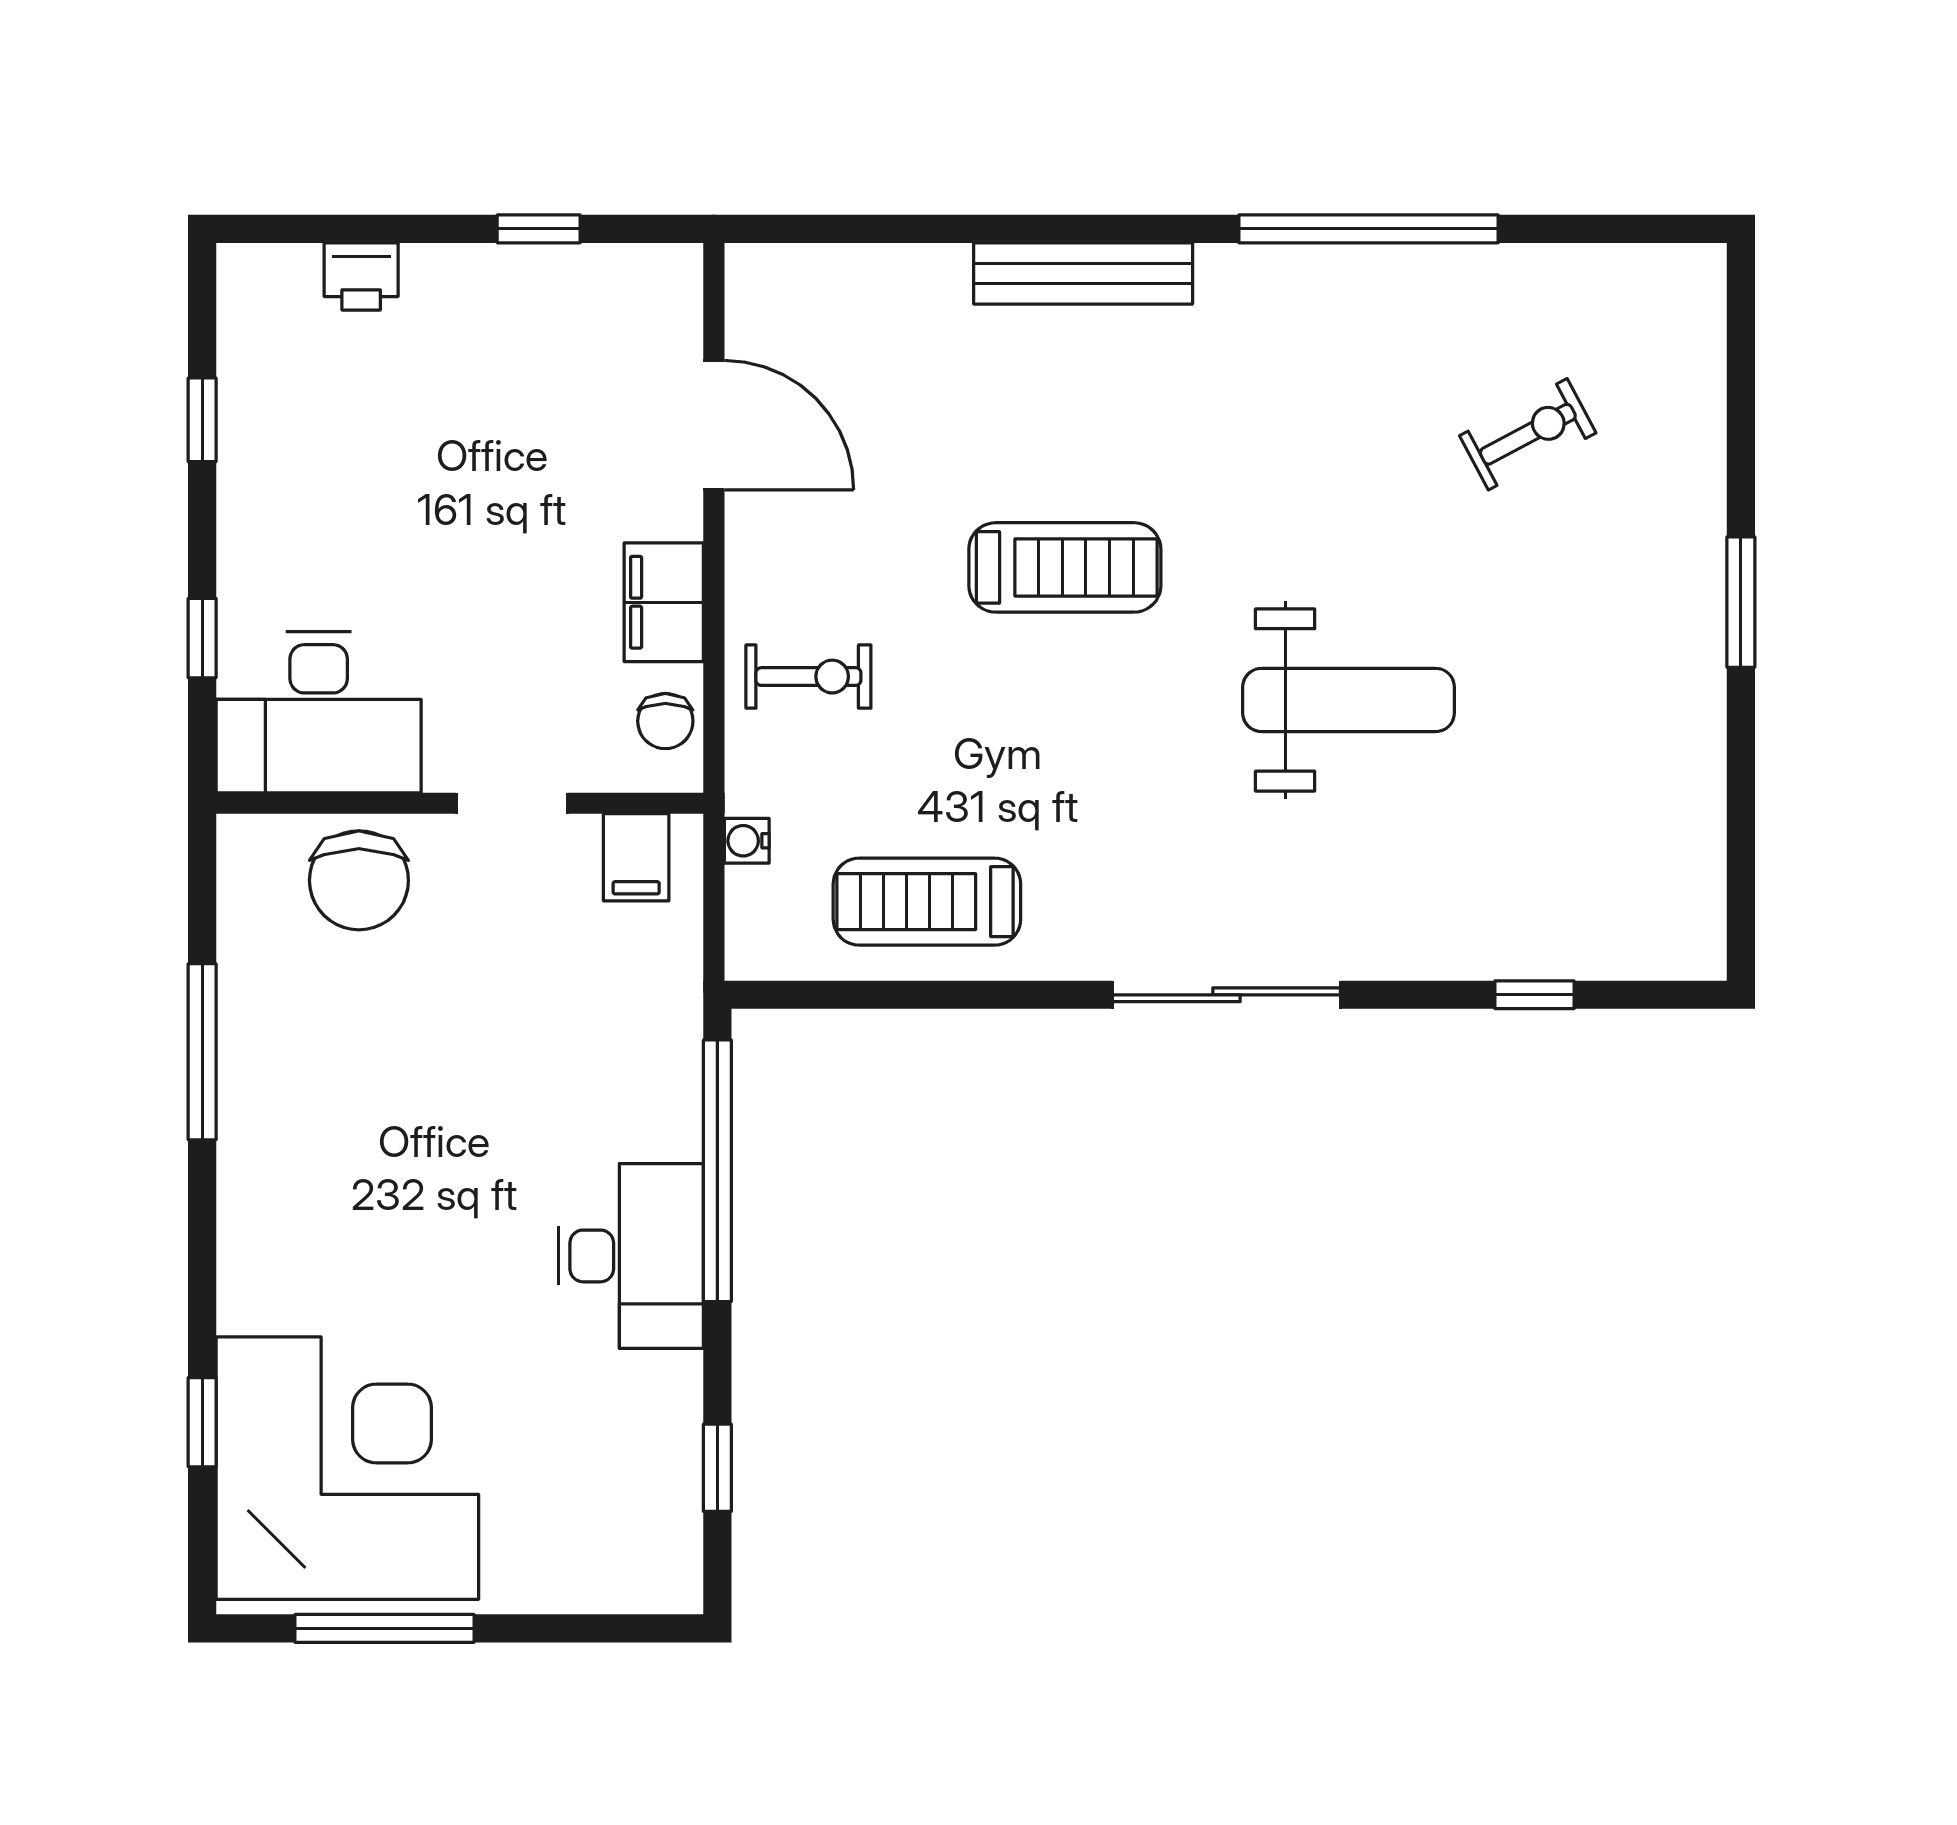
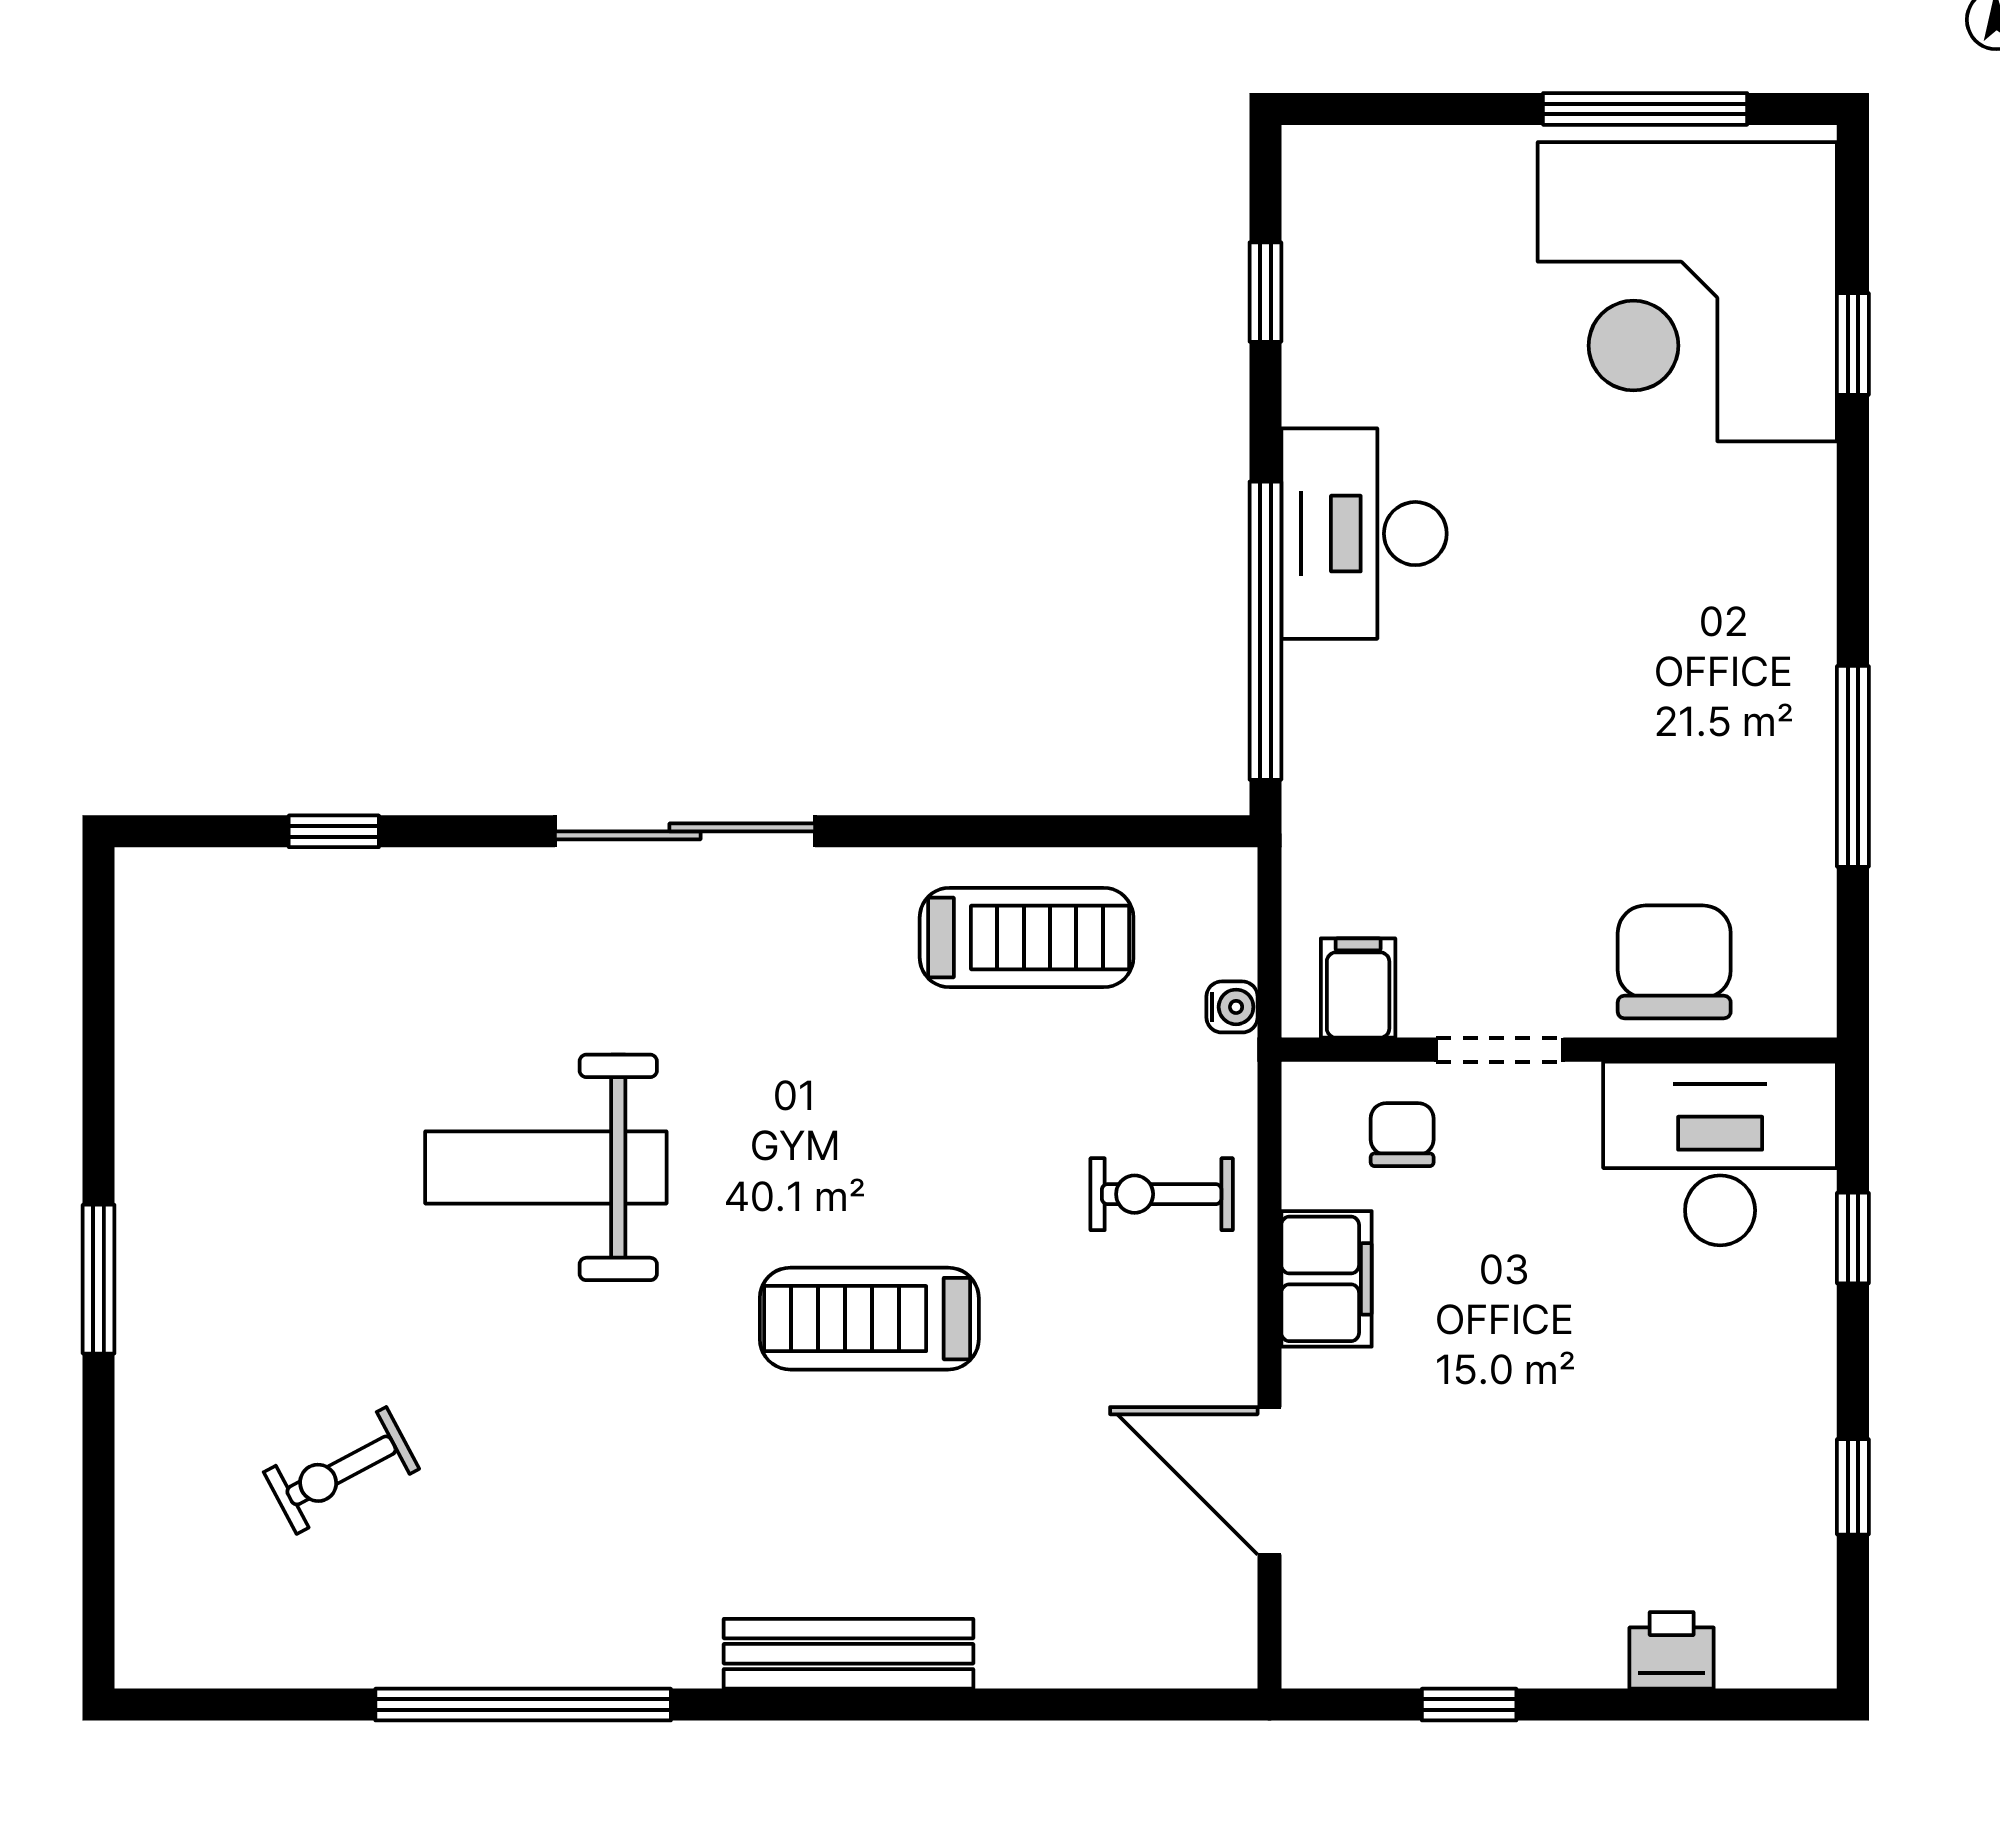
chair: (665, 721) -> (1402, 1135), moved

